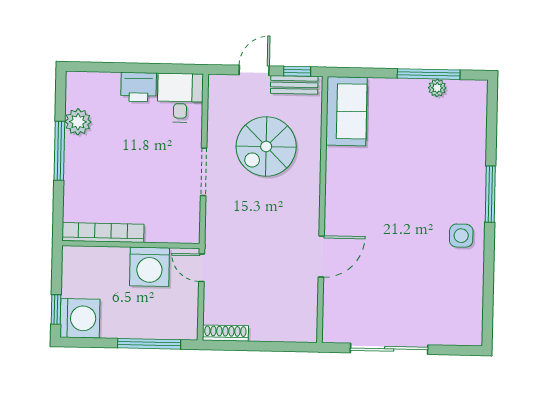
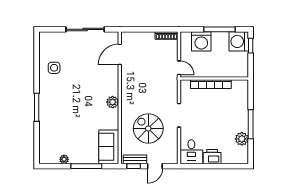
window: (429, 74) -> (86, 166), moved
spiral stairs: (266, 146) -> (148, 128), turned -90
plant: (337, 201) -> (113, 102), added
bookcase: (103, 233) -> (211, 84), moved
side table: (461, 236) -> (54, 68), moved
door: (321, 256) -> (120, 54), moved
washing machine: (150, 267) -> (201, 41), moved, turned 180
window: (149, 344) -> (220, 29), moved

